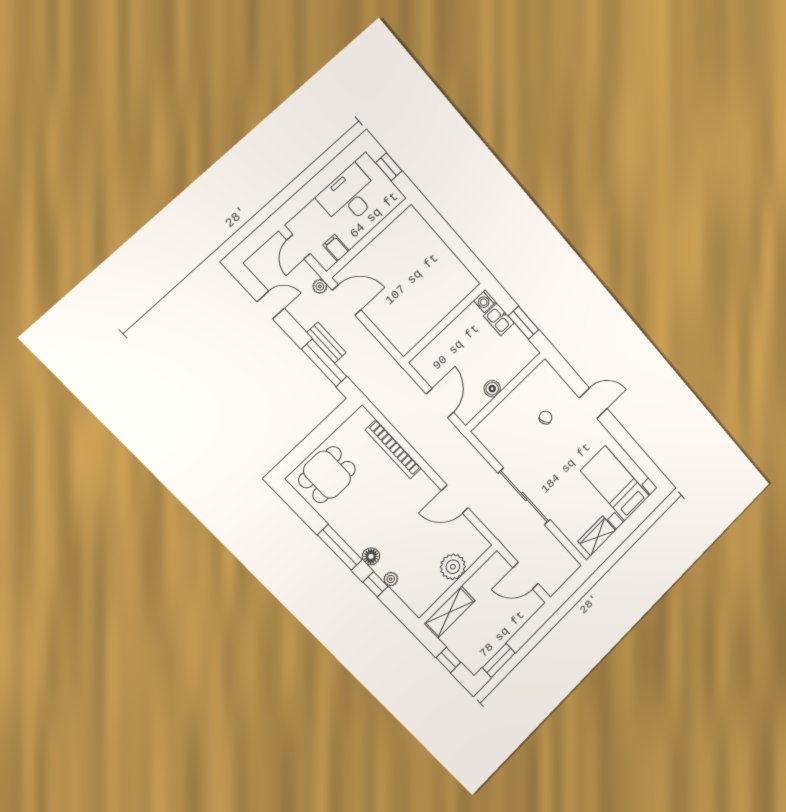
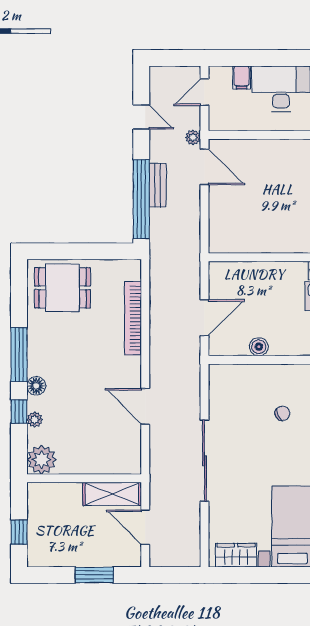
filing cabinet: (336, 248) -> (242, 77), moved, turned 180
window: (324, 363) -> (141, 199), width x1.46
plant: (453, 567) -> (42, 460), moved
shelving: (450, 612) -> (112, 494), moved
window: (499, 660) -> (94, 575), moved

